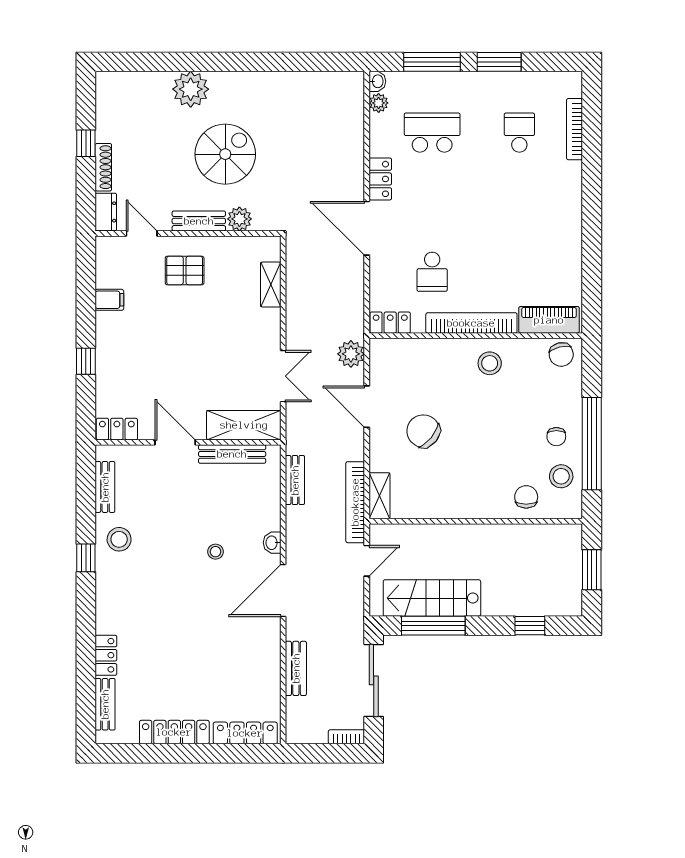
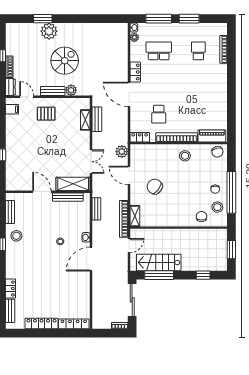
window: (177, 62) -> (43, 19), added
filing cabinet: (109, 300) -> (12, 109), moved
locker: (117, 429) -> (15, 186), removed
bench: (296, 668) -> (97, 119), moved

